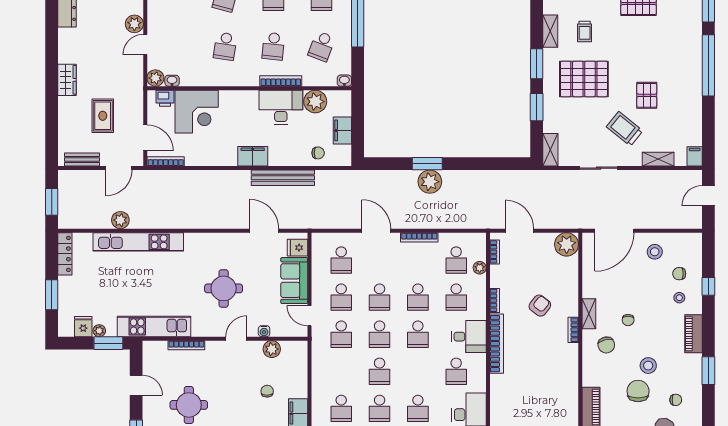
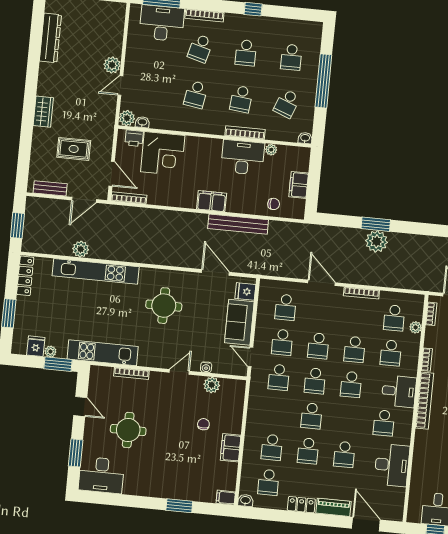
plant: (315, 102) -> (271, 150), width x0.53, depth x0.53
rug: (103, 116) -> (74, 149), turned 90
round table: (224, 288) -> (164, 306), moved

